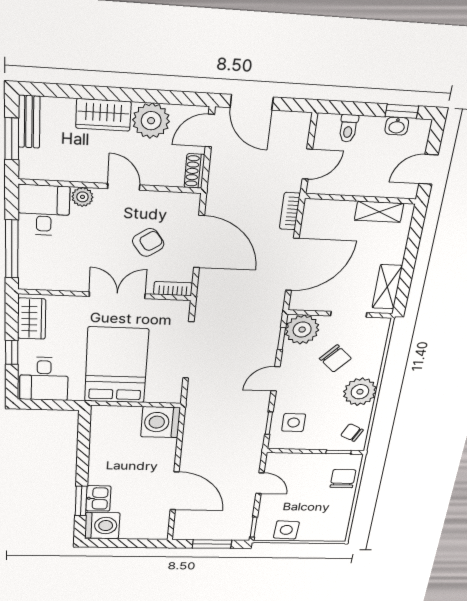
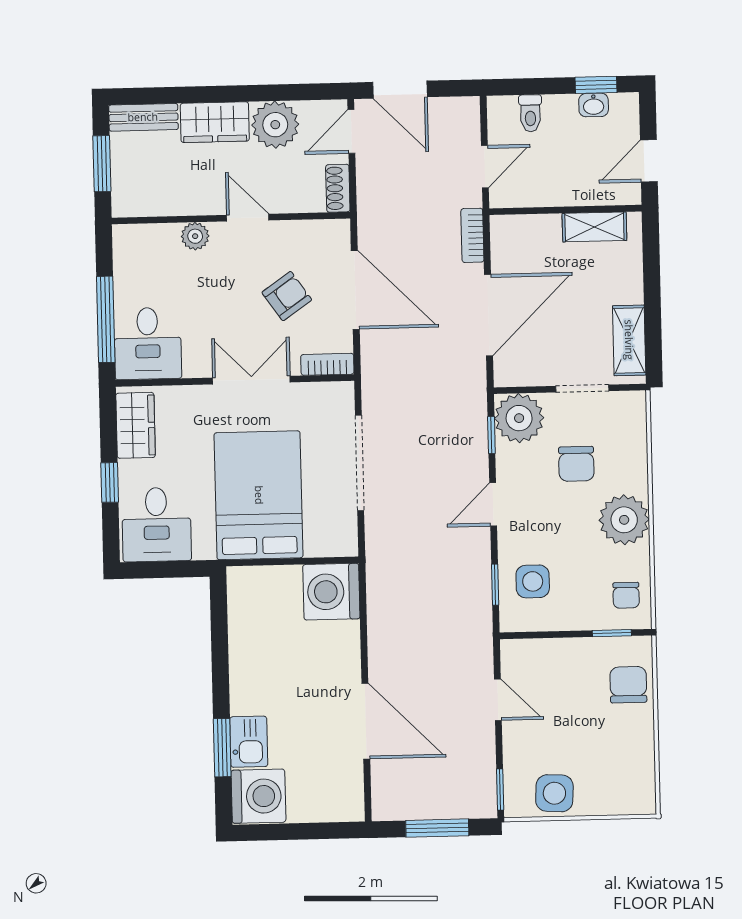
bench: (29, 122) -> (143, 117), moved, turned 90
desk: (44, 210) -> (148, 343), moved, turned 180
chair: (335, 358) -> (576, 464), turned 47
chair: (352, 433) -> (626, 595), turned -116

